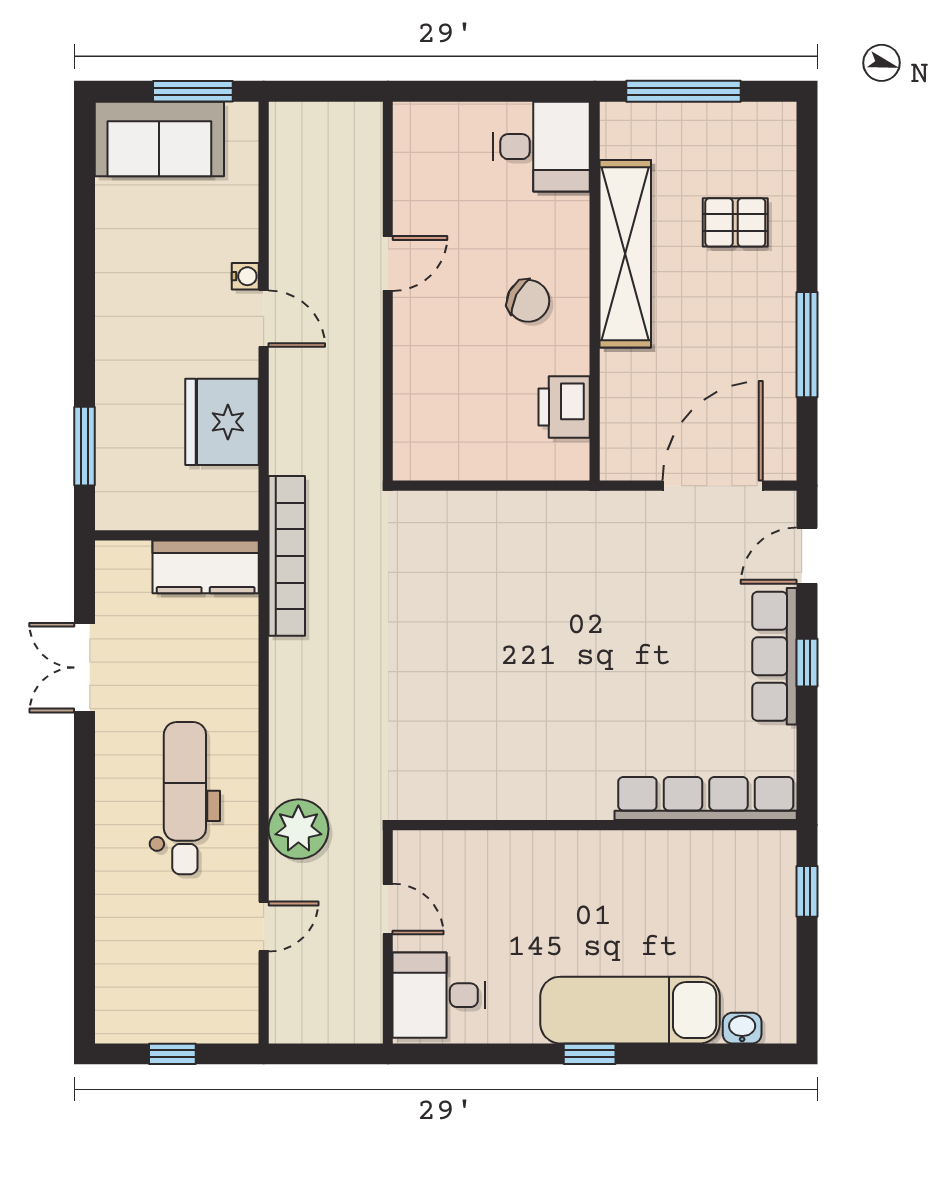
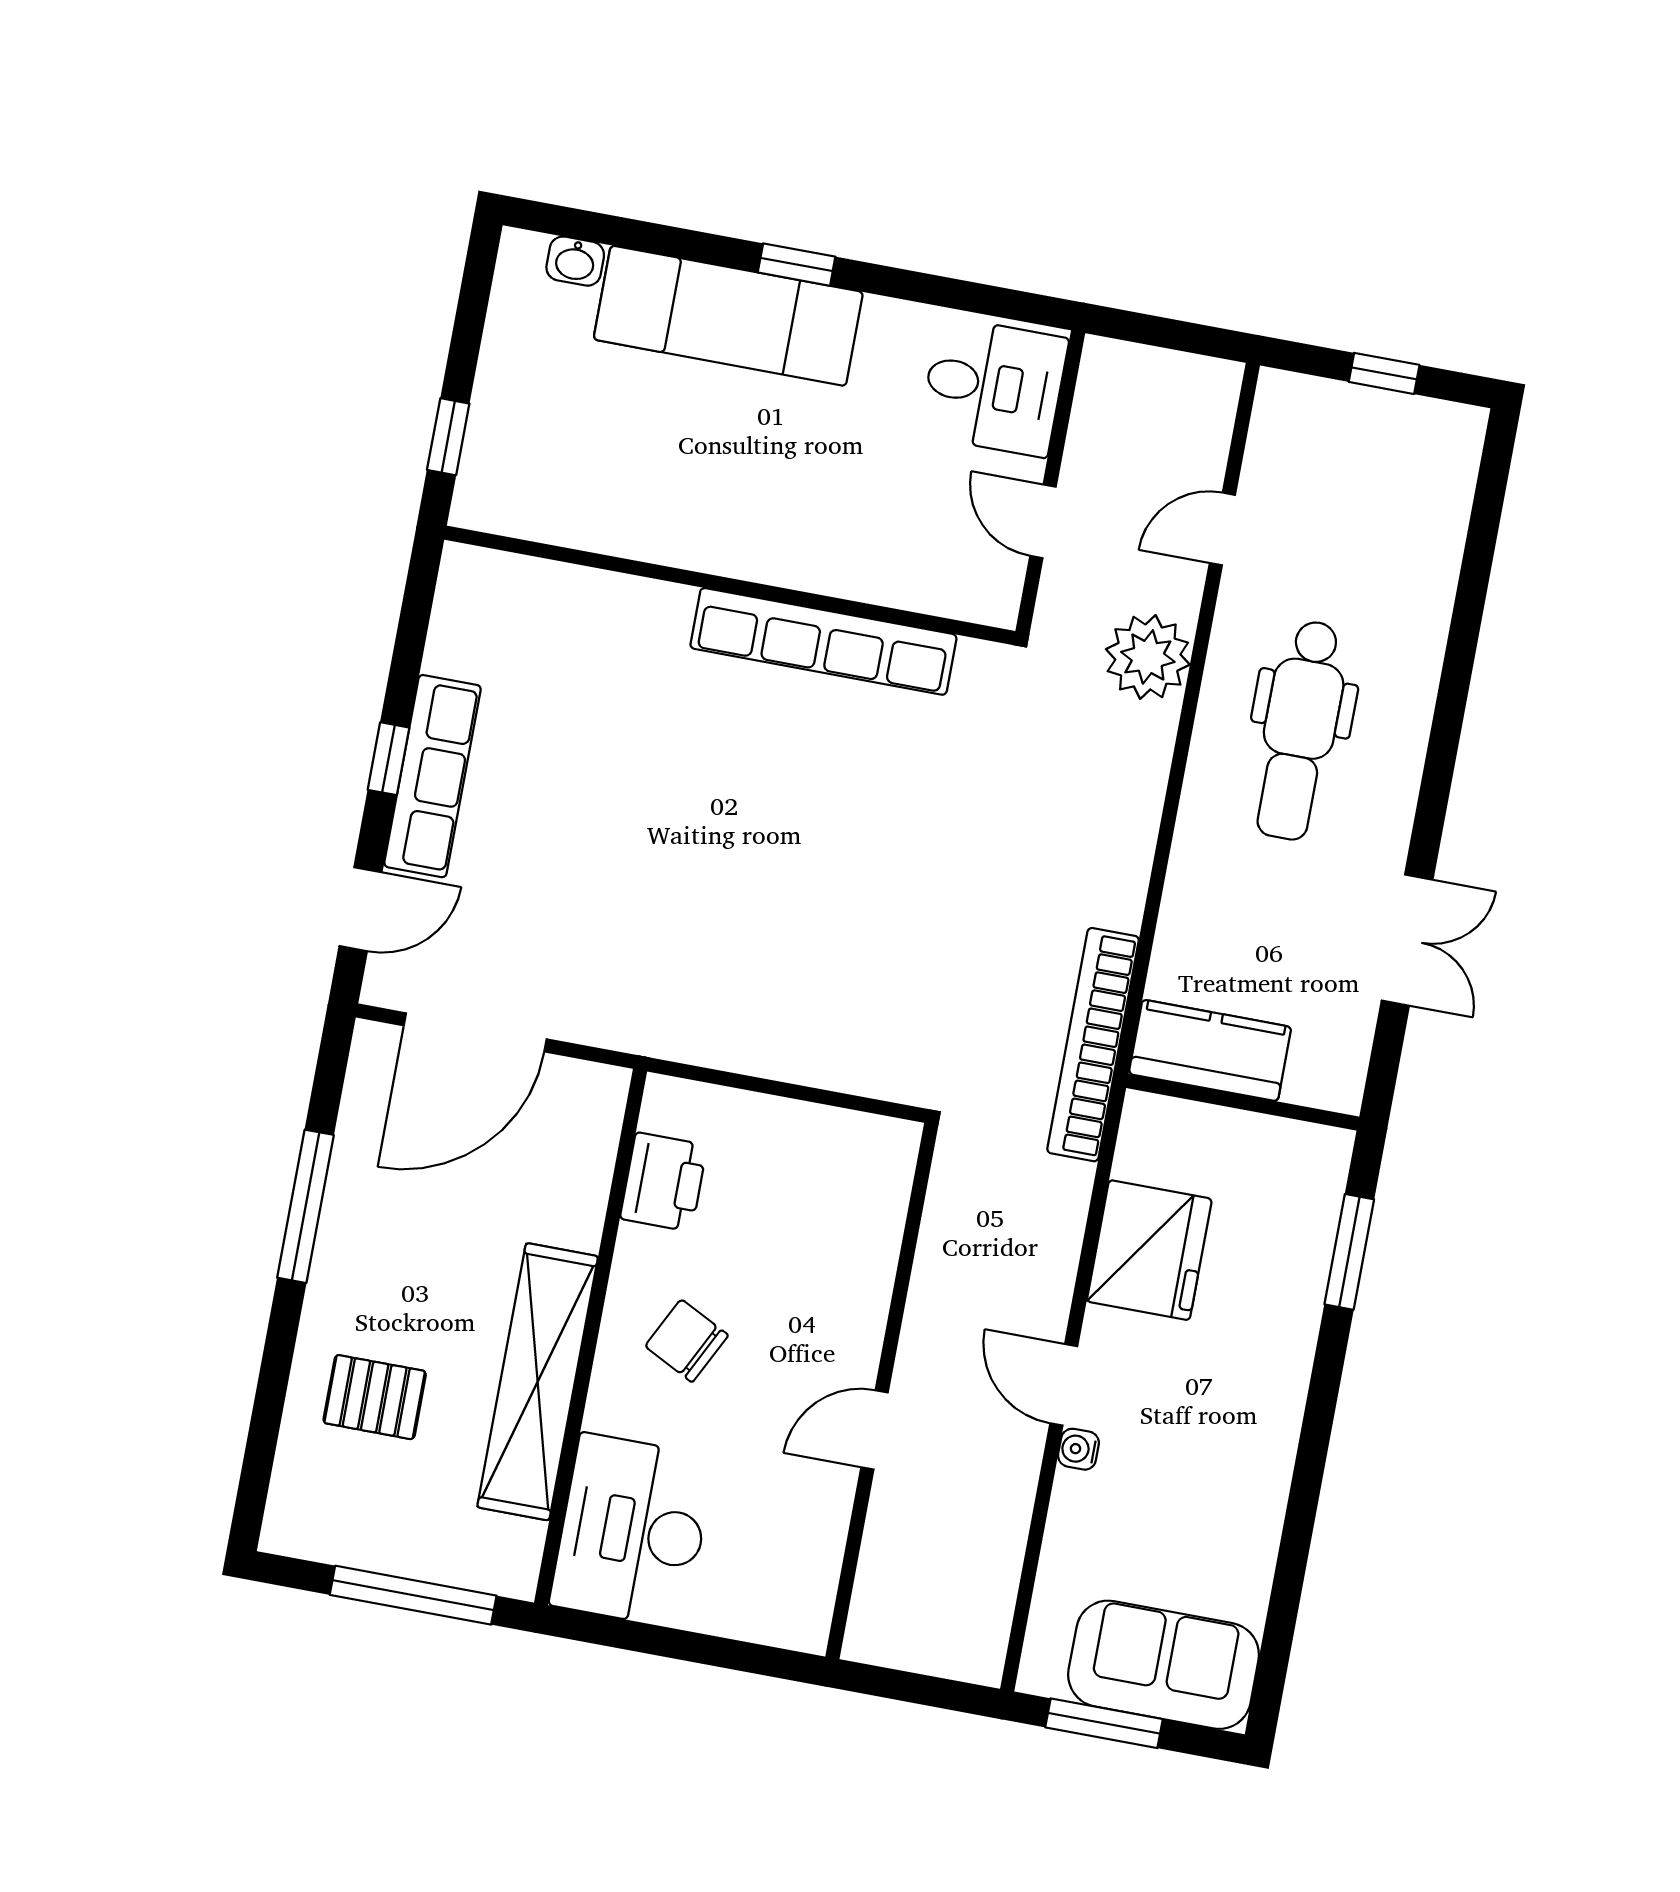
desk: (541, 147) -> (632, 1531), width x1.37
row of seats: (706, 798) -> (823, 641), moved

